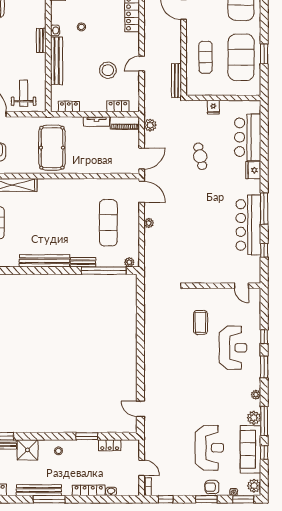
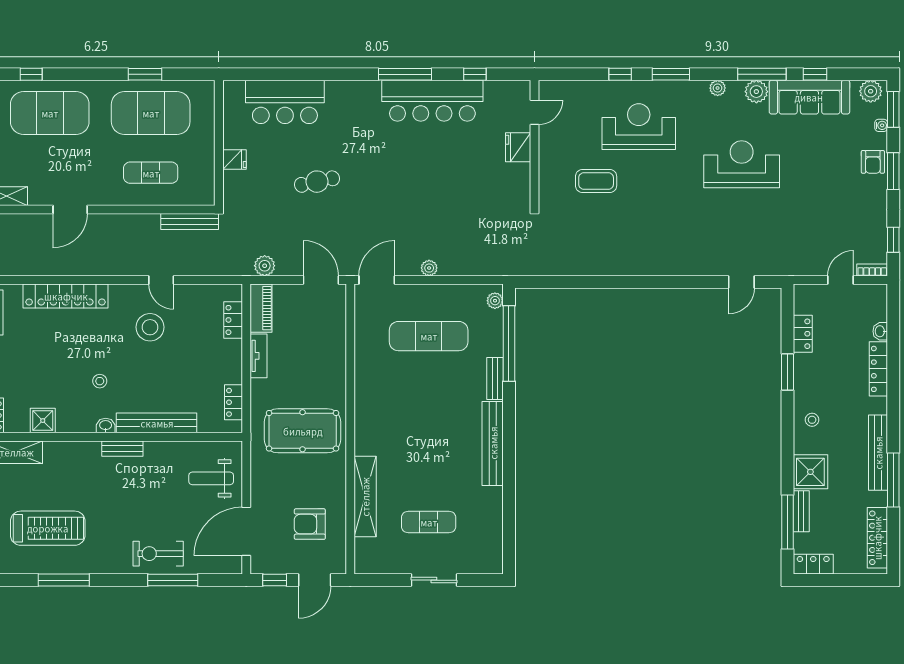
stool: (108, 70) -> (150, 327), moved
fridge: (253, 170) -> (518, 147), moved, turned 90
reception desk: (209, 448) -> (742, 164), moved
window: (49, 499) -> (893, 480), moved

